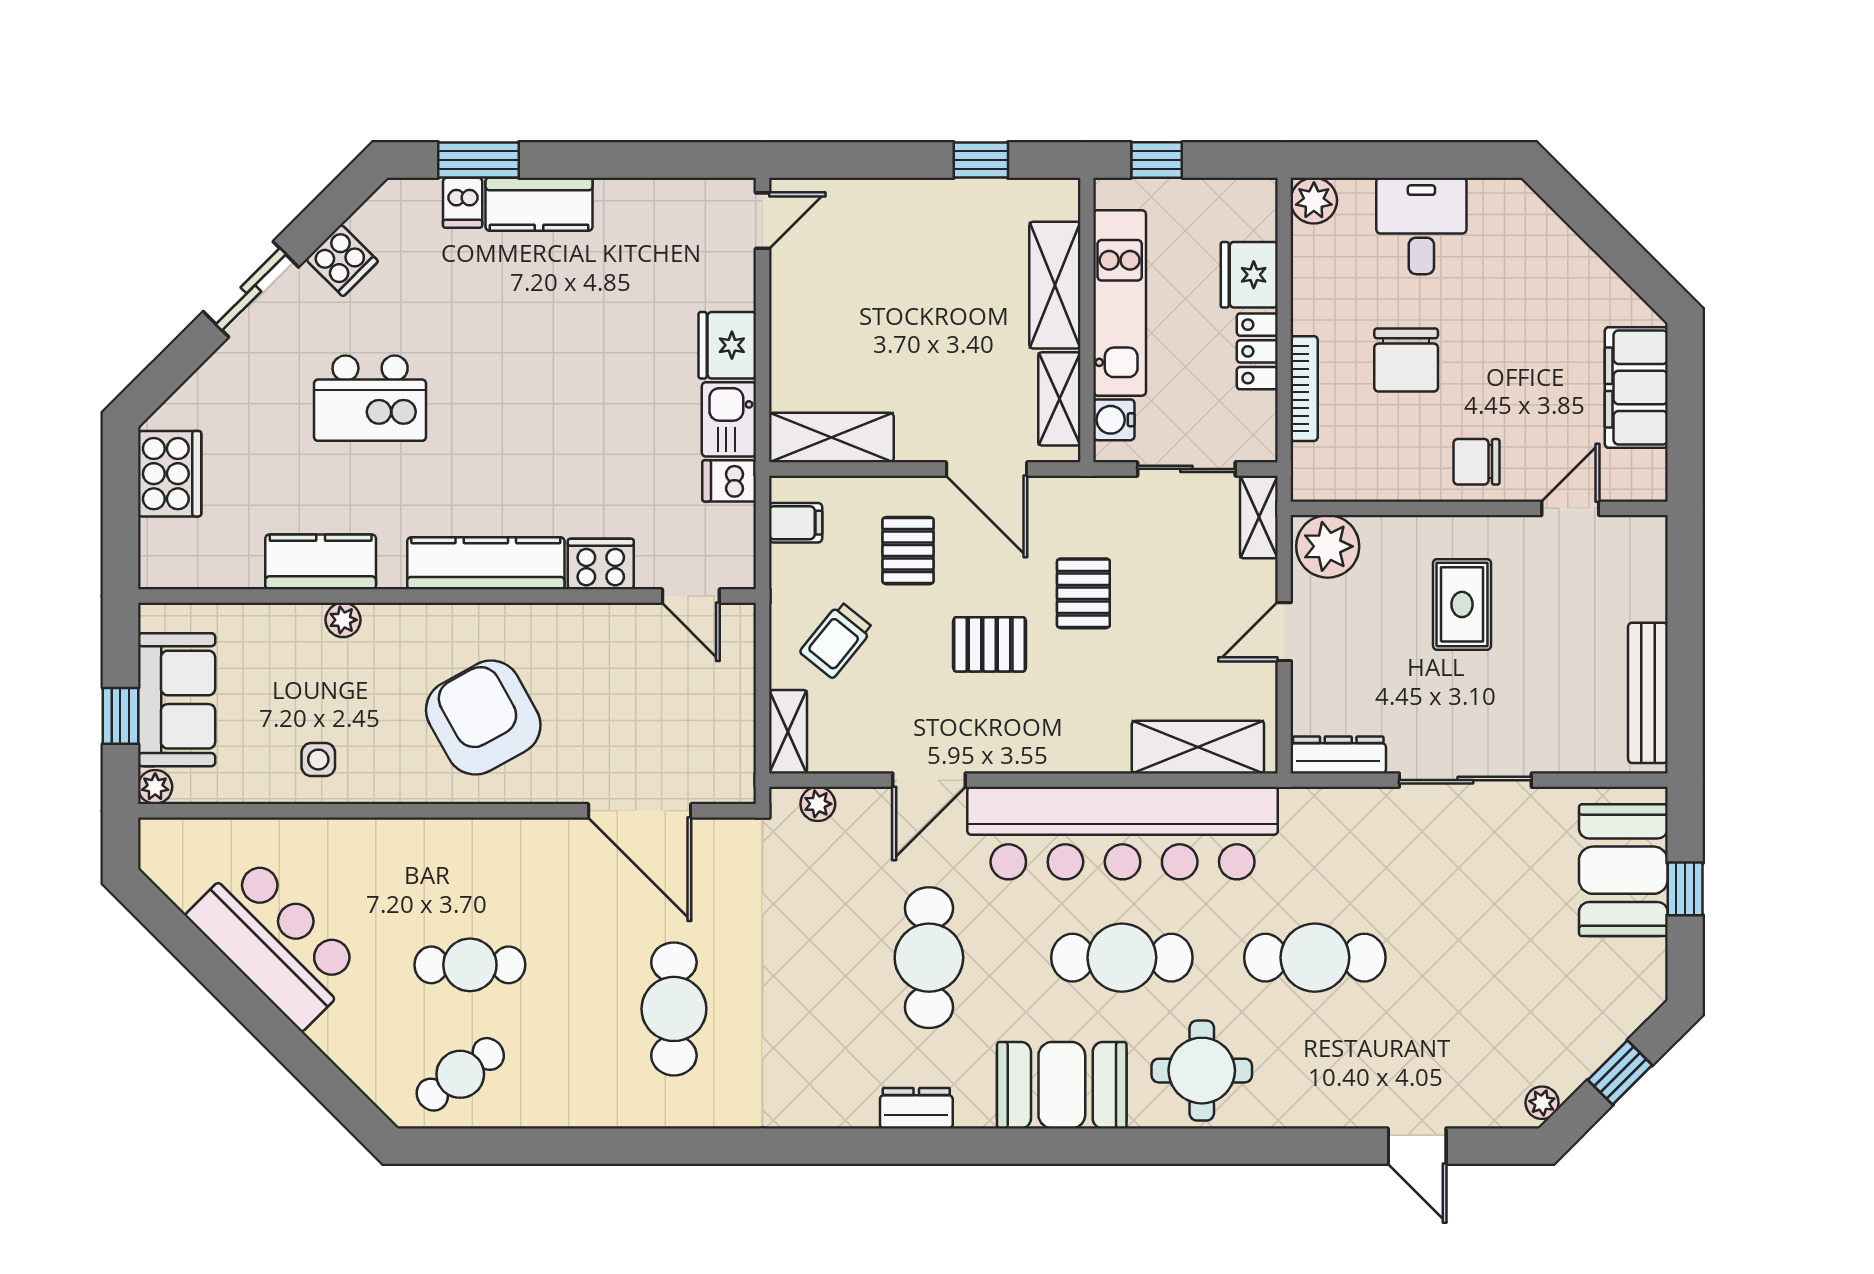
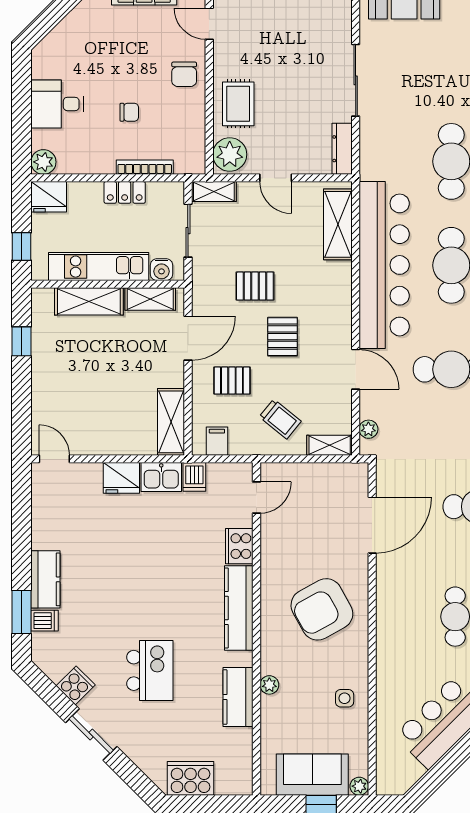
fridge: (1249, 275) -> (49, 197), moved
chair: (1406, 360) -> (129, 112), width x0.54, depth x0.54
rug: (1462, 604) -> (238, 104), moved, turned 90

